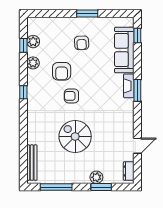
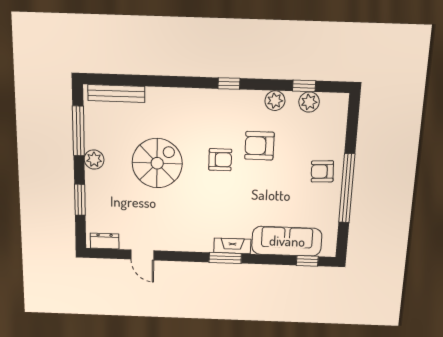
window: (87, 13) -> (347, 188), width x2.11
armchair: (82, 43) -> (322, 171), moved
armchair: (71, 96) -> (220, 160), turned 90
plant: (96, 177) -> (94, 160), moved

